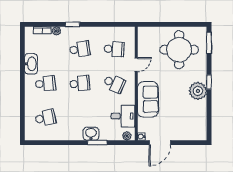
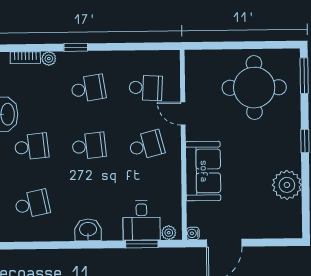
door: (136, 65) -> (183, 113), swing flipped
school desk: (114, 83) -> (146, 145), turned -39
plant: (198, 91) -> (287, 185), moved
desk: (123, 116) -> (142, 220), moved, turned 90
washbasin: (91, 134) -> (88, 230), moved
window: (97, 143) -> (142, 244), moved

